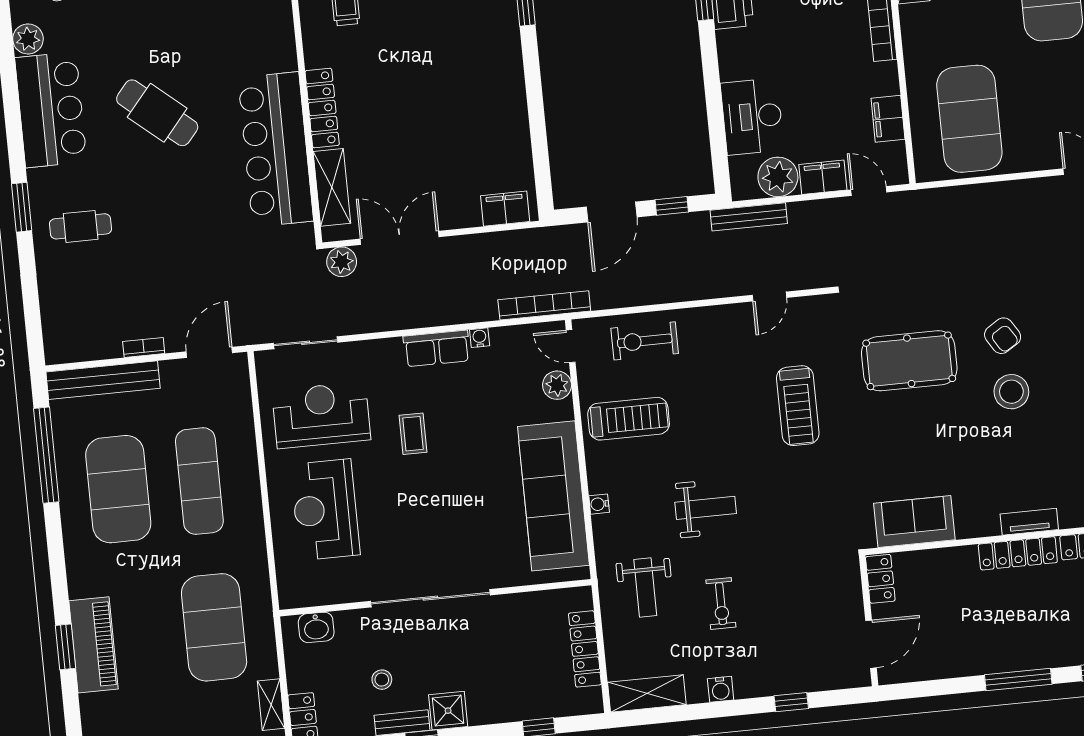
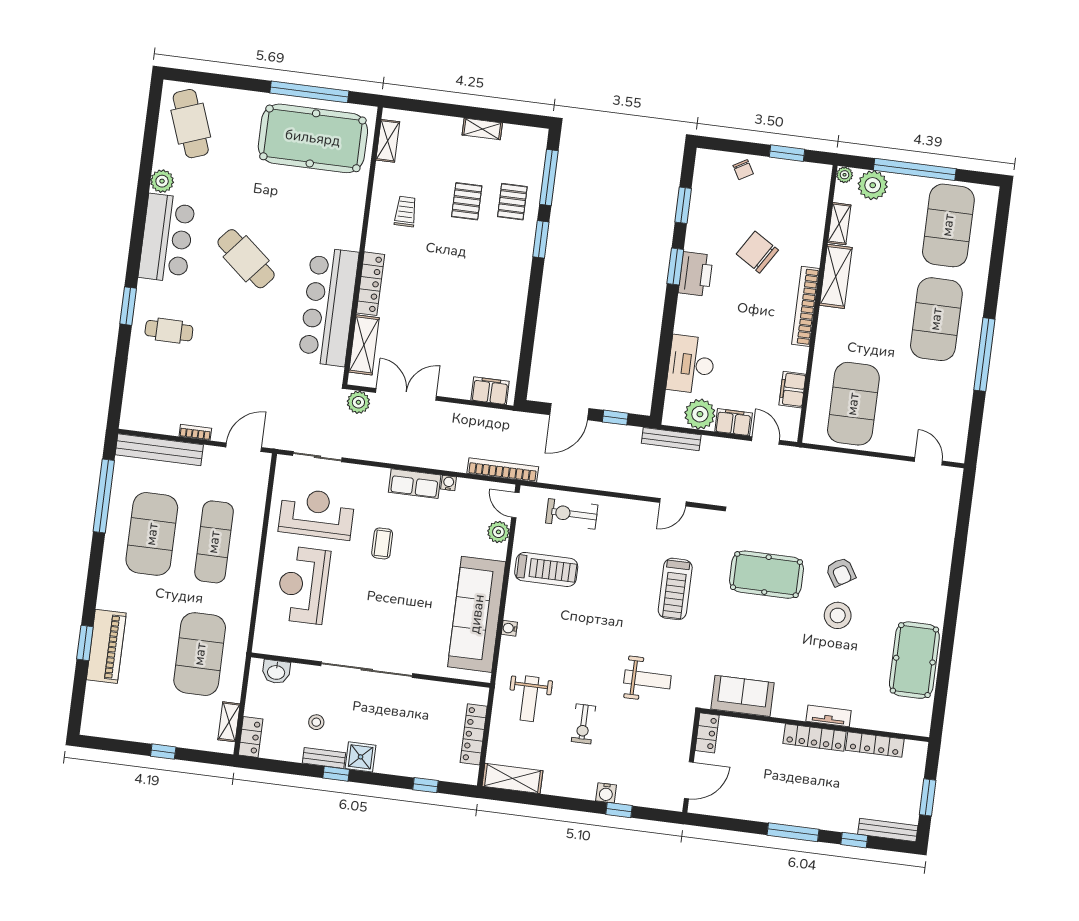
weight bench: (706, 508) -> (647, 679), moved
water cooler: (721, 689) -> (606, 793), moved

